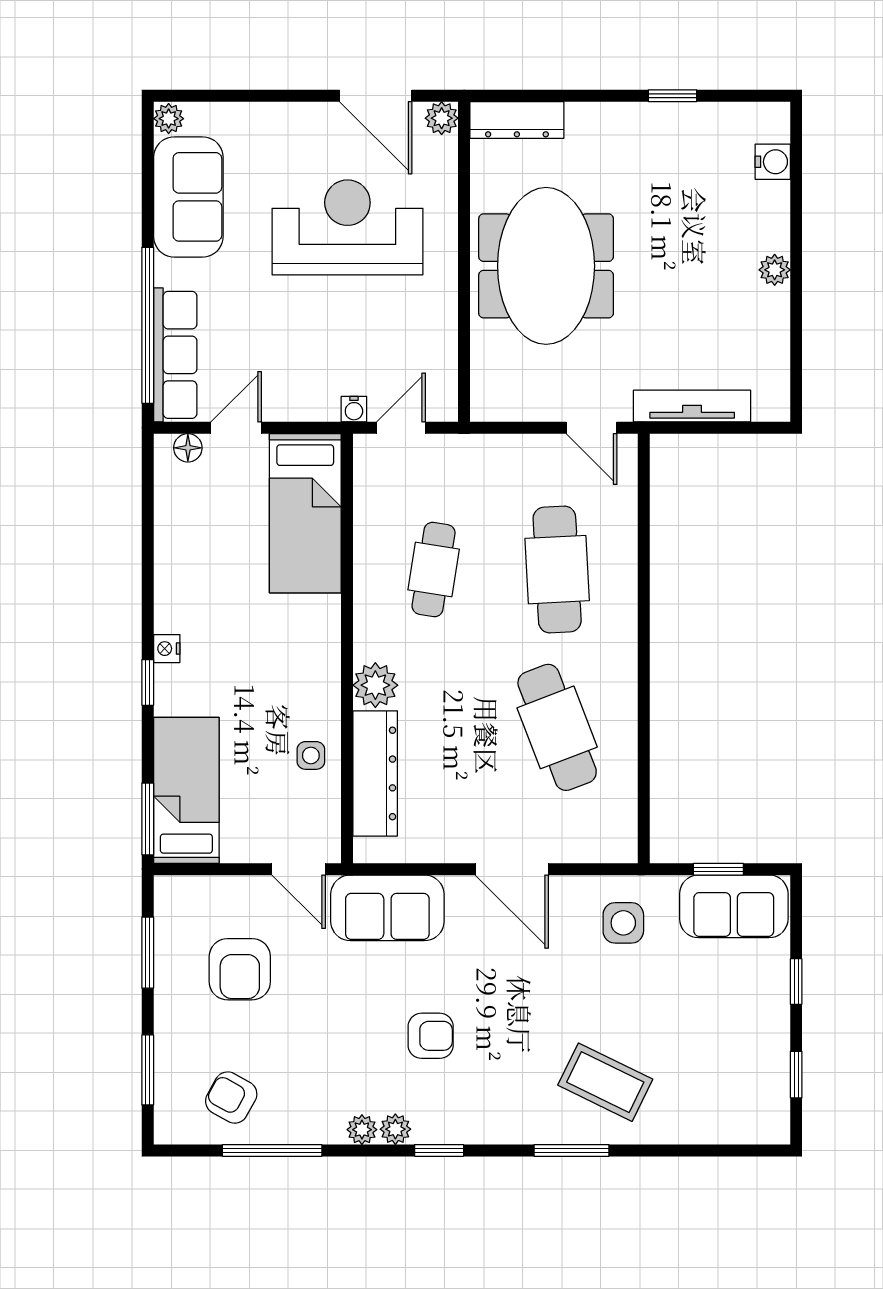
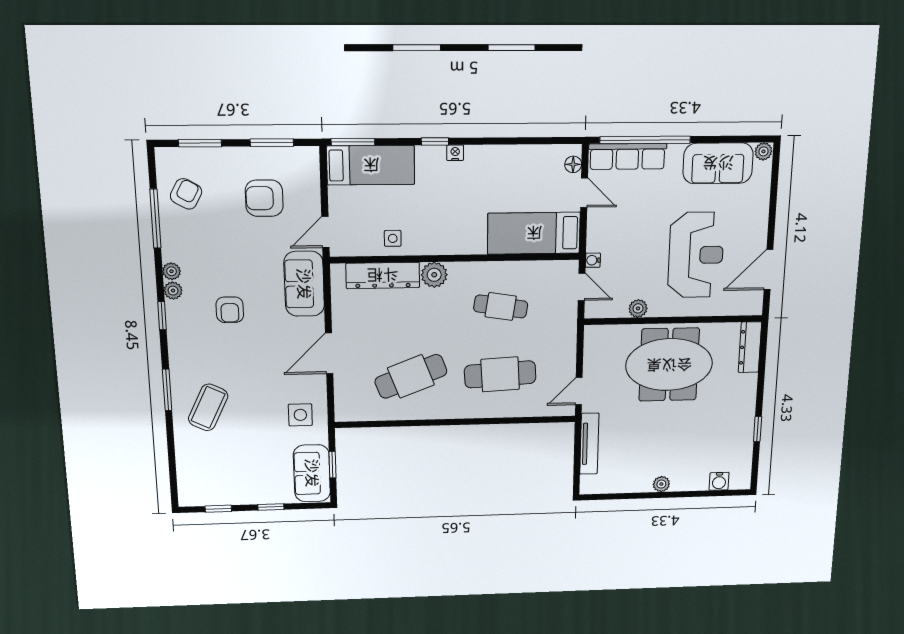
plant: (442, 118) -> (638, 308), moved

